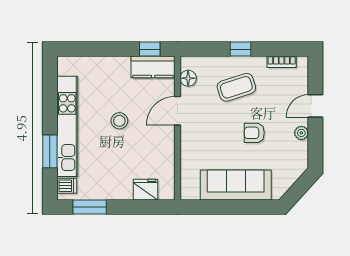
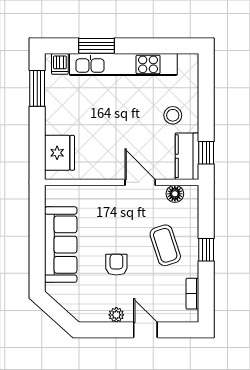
stool: (119, 121) -> (173, 115), moved
fridge: (146, 190) -> (59, 153), width x1.36, depth x1.34

